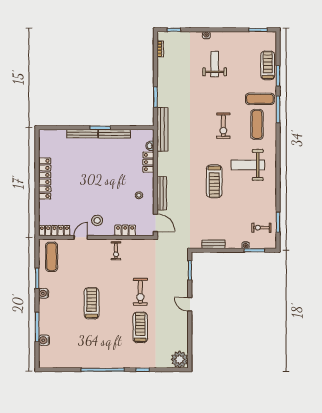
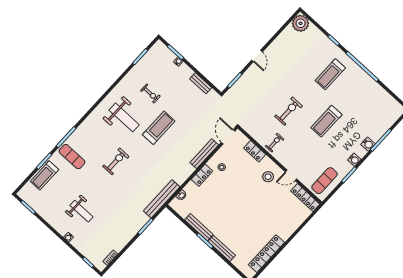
weight bench: (215, 64) -> (82, 211), turned -90
exercise mat: (257, 124) -> (91, 140), removed
locker: (148, 162) -> (202, 175), moved
locker: (45, 178) -> (267, 254), moved
exercise bike: (261, 228) -> (150, 93), moved
exercise bike: (140, 292) -> (289, 111), moved
treadmill: (140, 327) -> (330, 74), moved
water cooler: (44, 340) -> (368, 144), moved

